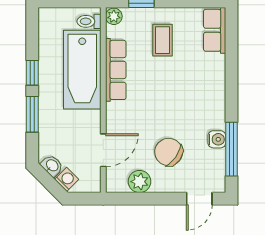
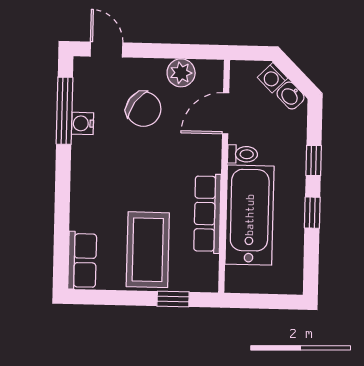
plant: (114, 16) -> (208, 281), removed
toilet: (89, 21) -> (243, 154), moved
coffee table: (163, 40) -> (148, 250), width x1.86, depth x1.72
window: (32, 114) -> (314, 161), width x0.67
door: (199, 199) -> (106, 50), hinge flipped

